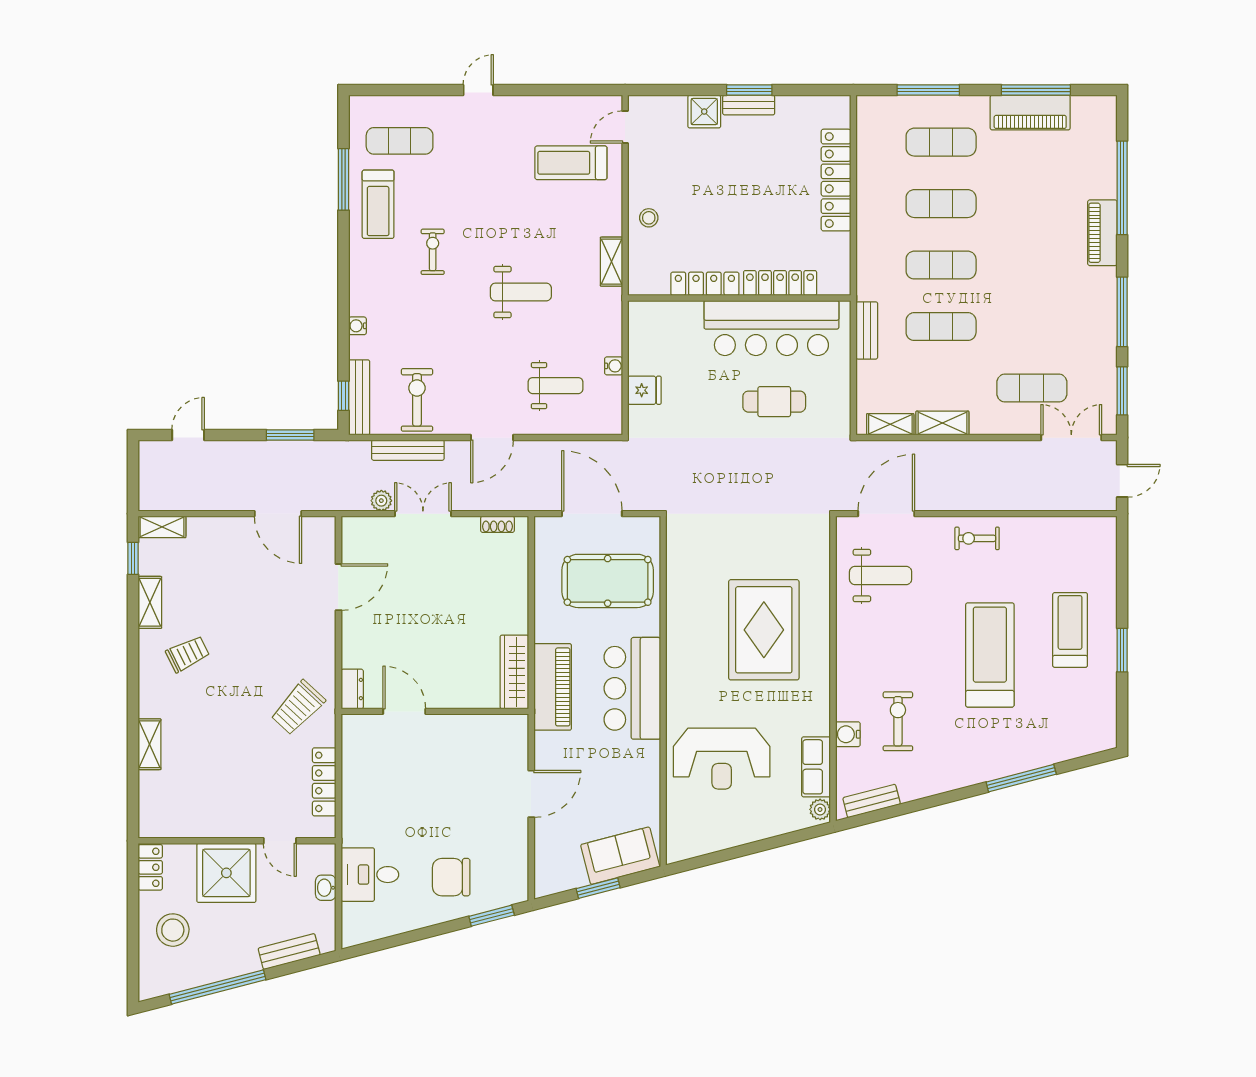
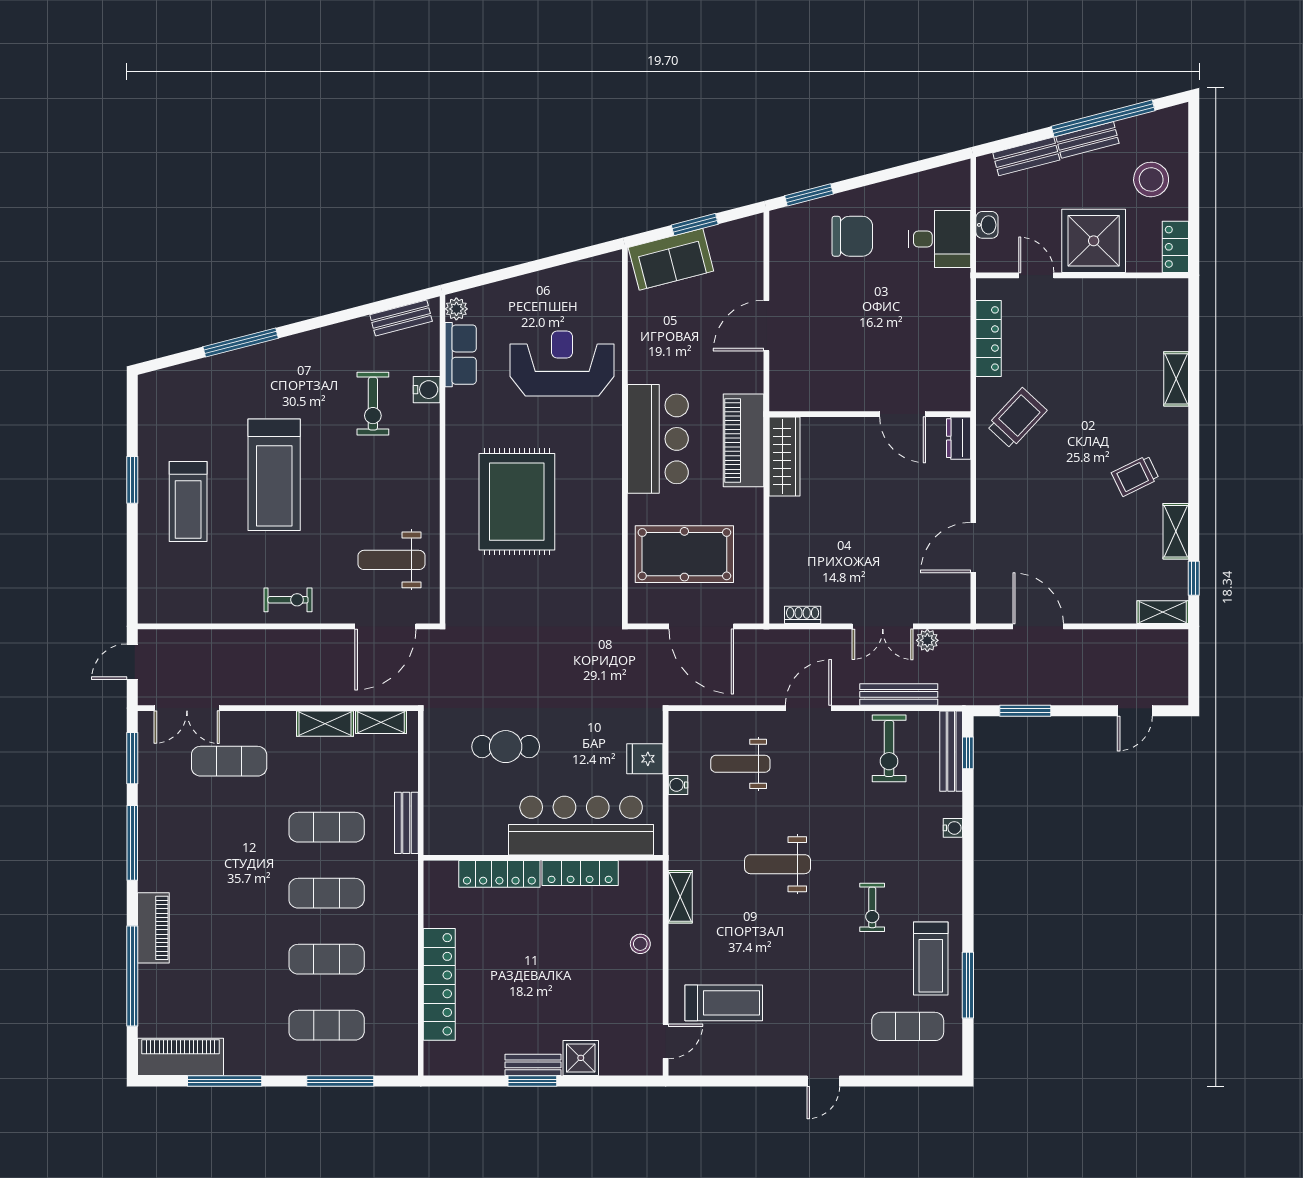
piano: (1030, 112) -> (181, 1057), moved
treadmill: (378, 204) -> (931, 958), turned 180
bar counter: (771, 328) -> (581, 826), moved
bench: (232, 967) -> (1087, 140), added

